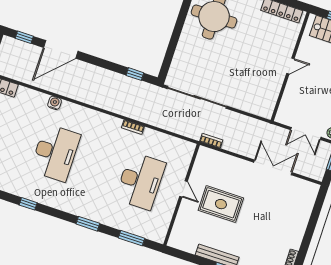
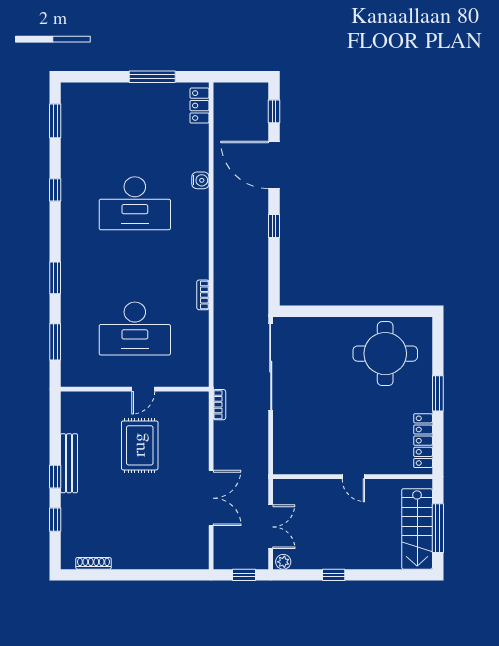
window: (135, 74) -> (274, 226), moved
double door: (306, 133) -> (271, 527), swing flipped

